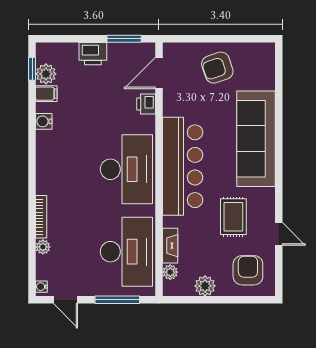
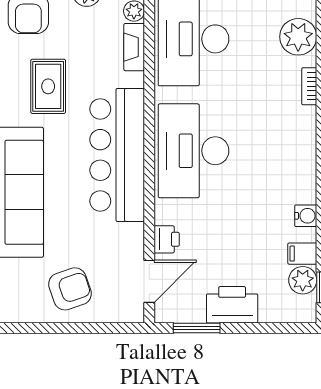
printer: (93, 54) -> (232, 305), width x1.37, depth x1.19
bookcase: (41, 217) -> (309, 86), width x0.64
plant: (43, 247) -> (298, 37), width x1.88, depth x1.88

